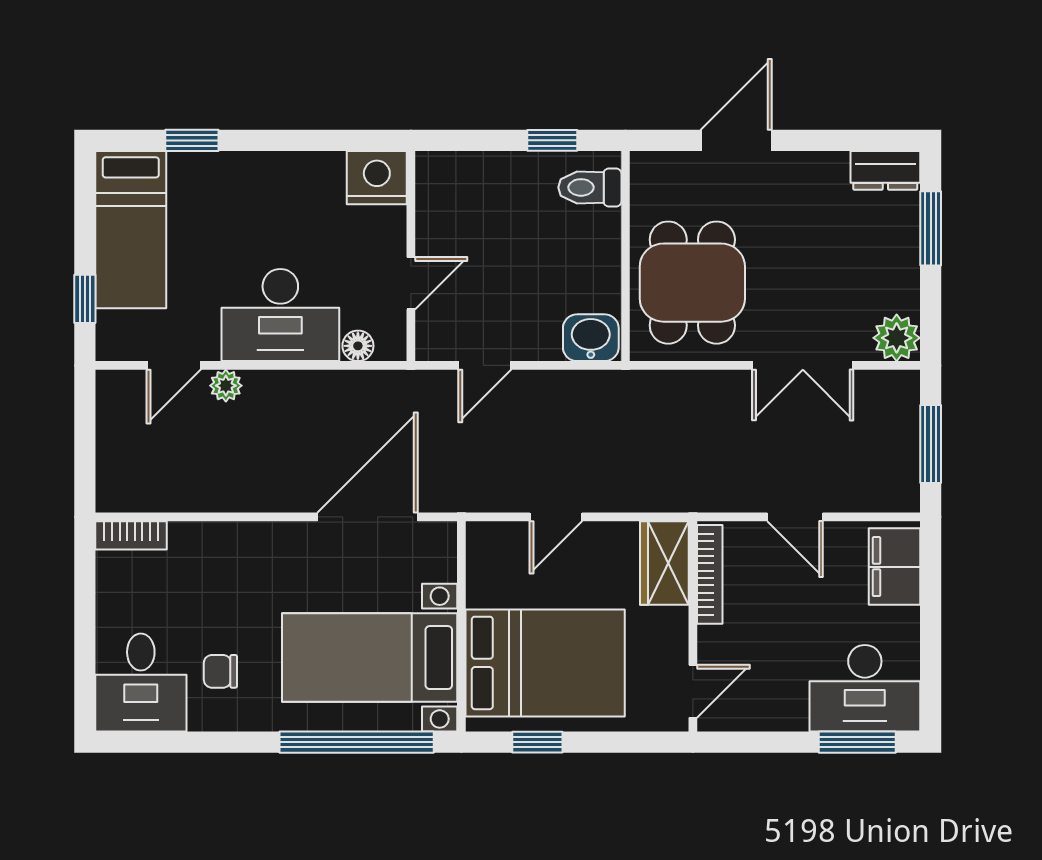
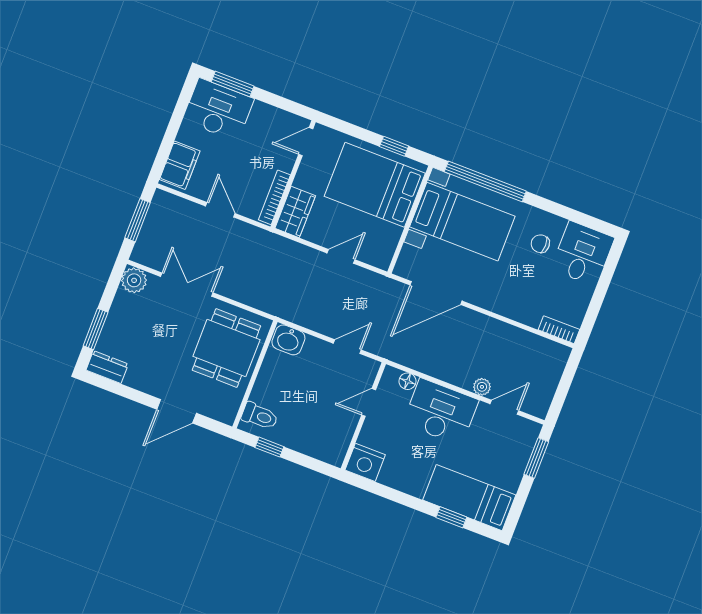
bed: (131, 230) -> (469, 498), moved, turned -90
window: (85, 299) -> (536, 458), width x1.50
chair: (220, 671) -> (540, 244), turned 180

